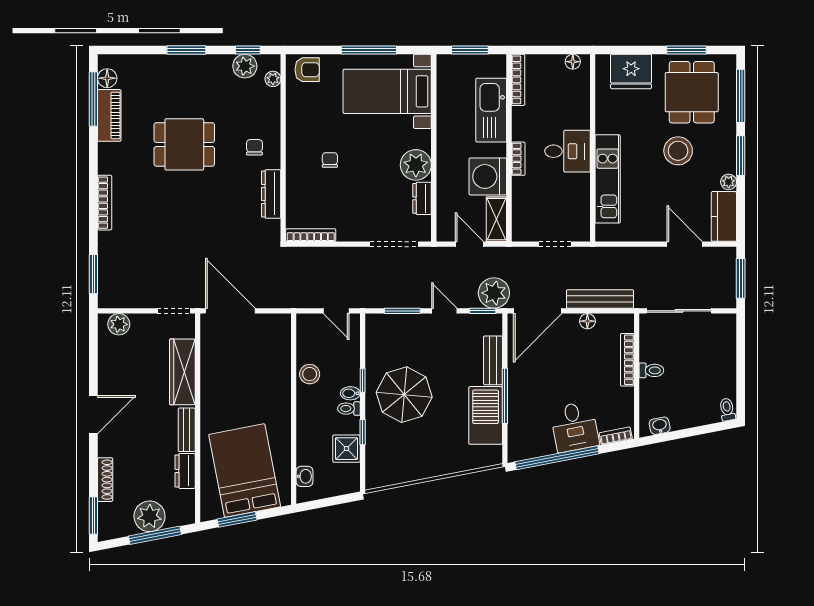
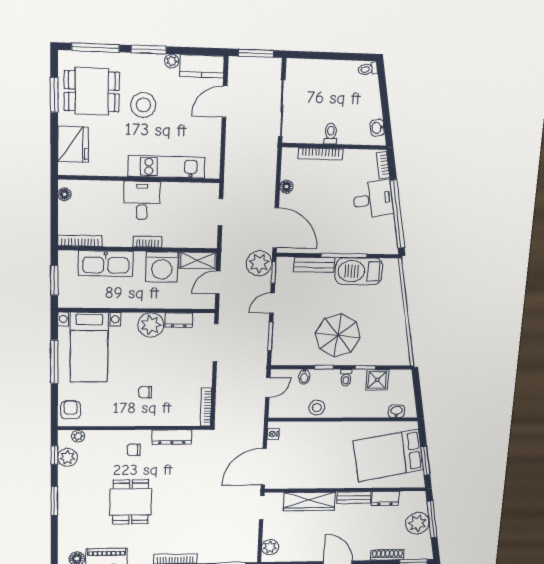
bench: (600, 299) -> (268, 176), removed
nightstand: (275, 321) -> (273, 434), added
bidet: (350, 393) -> (304, 377), moved

